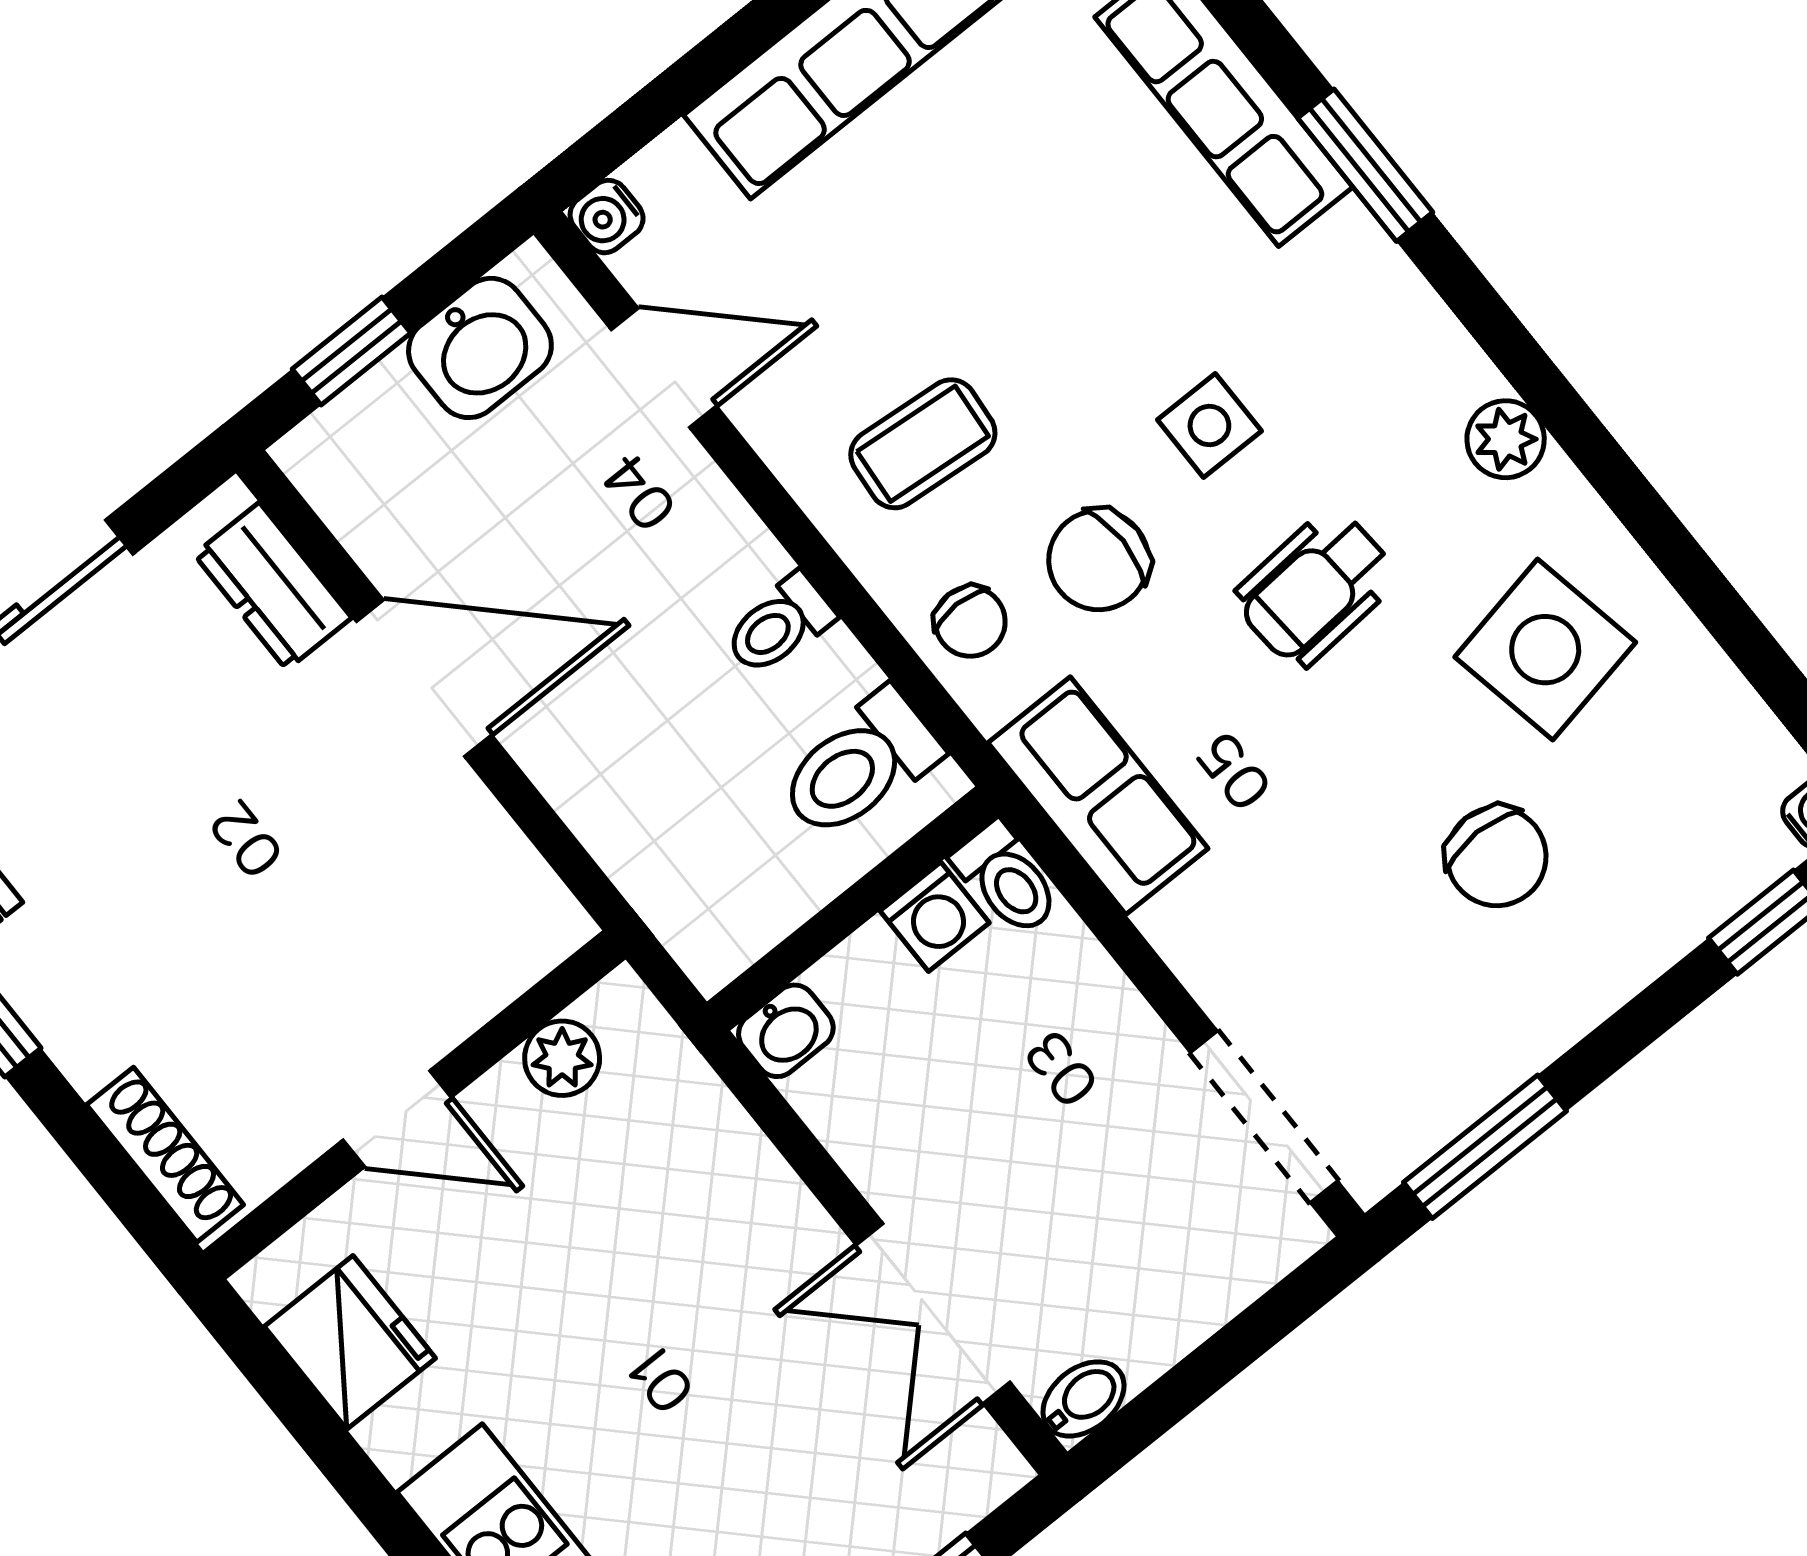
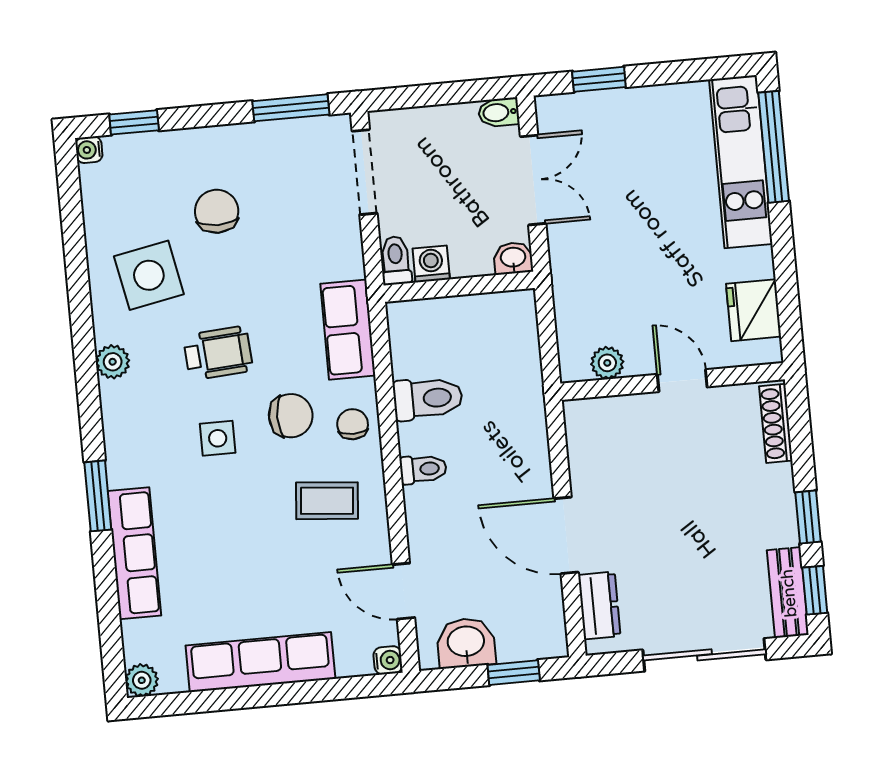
toilet: (1007, 879) -> (396, 260), moved
wall: (853, 909) -> (459, 287), moved
washing machine: (935, 917) -> (431, 264), moved
washbasin: (786, 1031) -> (513, 258), moved

